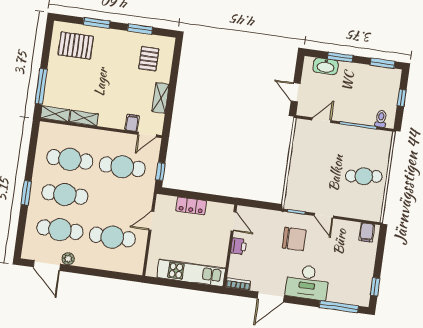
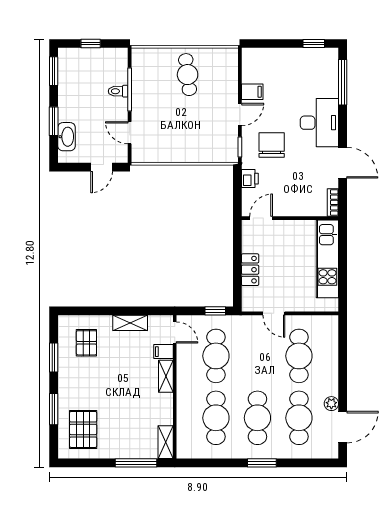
pallet: (149, 59) -> (86, 343), turned 90
shelving: (84, 118) -> (166, 376), moved
toilet: (381, 119) -> (118, 91), moved
filing cabinet: (367, 232) -> (252, 92), moved
printer: (239, 246) -> (250, 179), moved, turned 90

